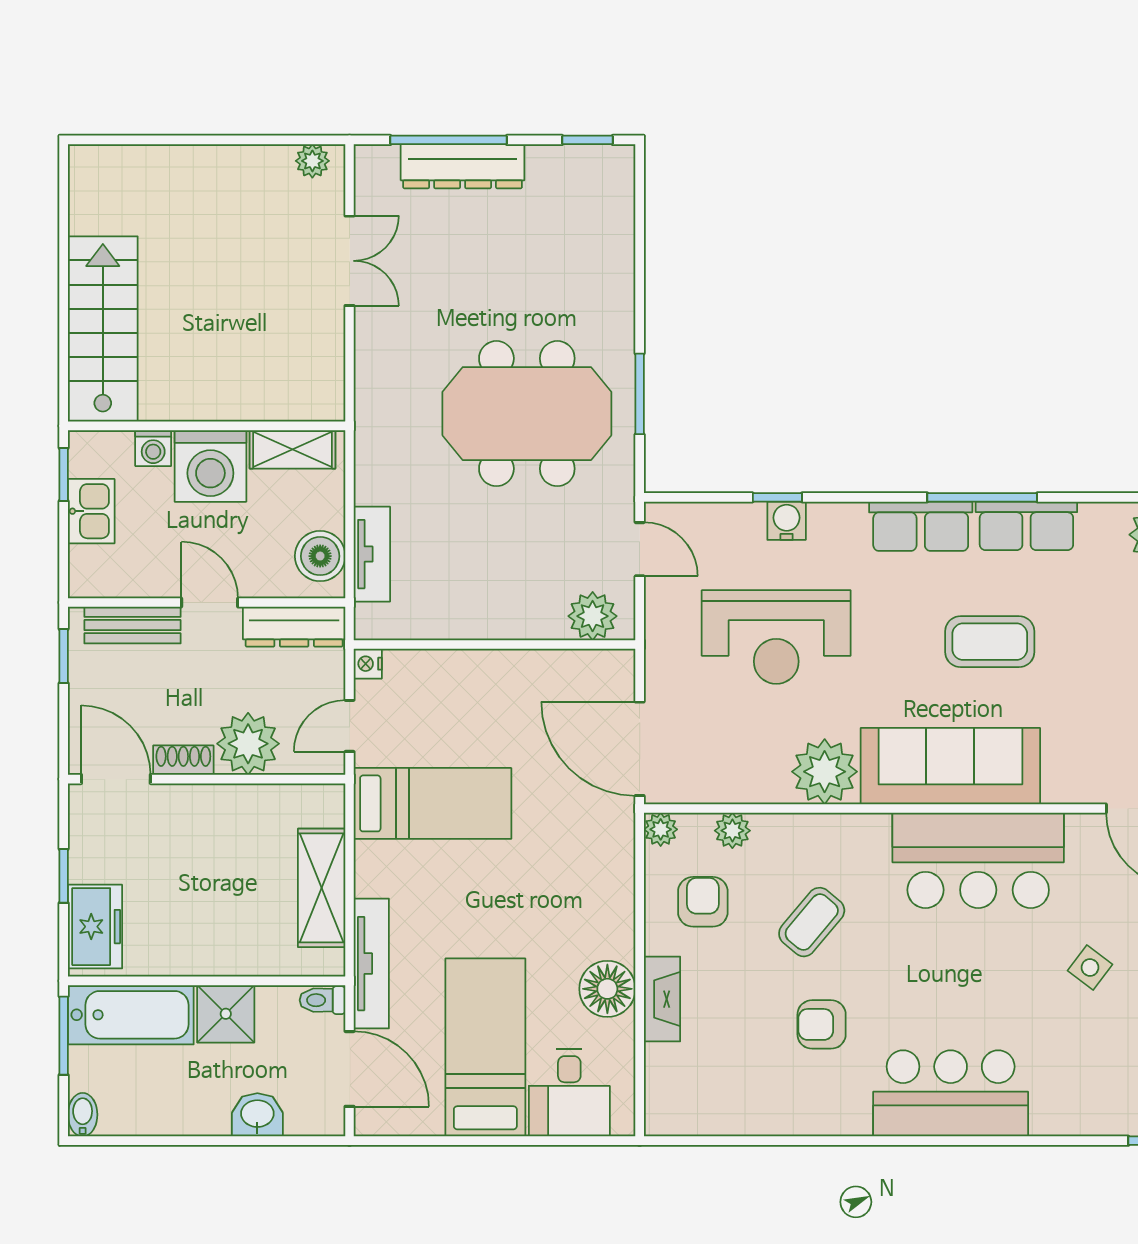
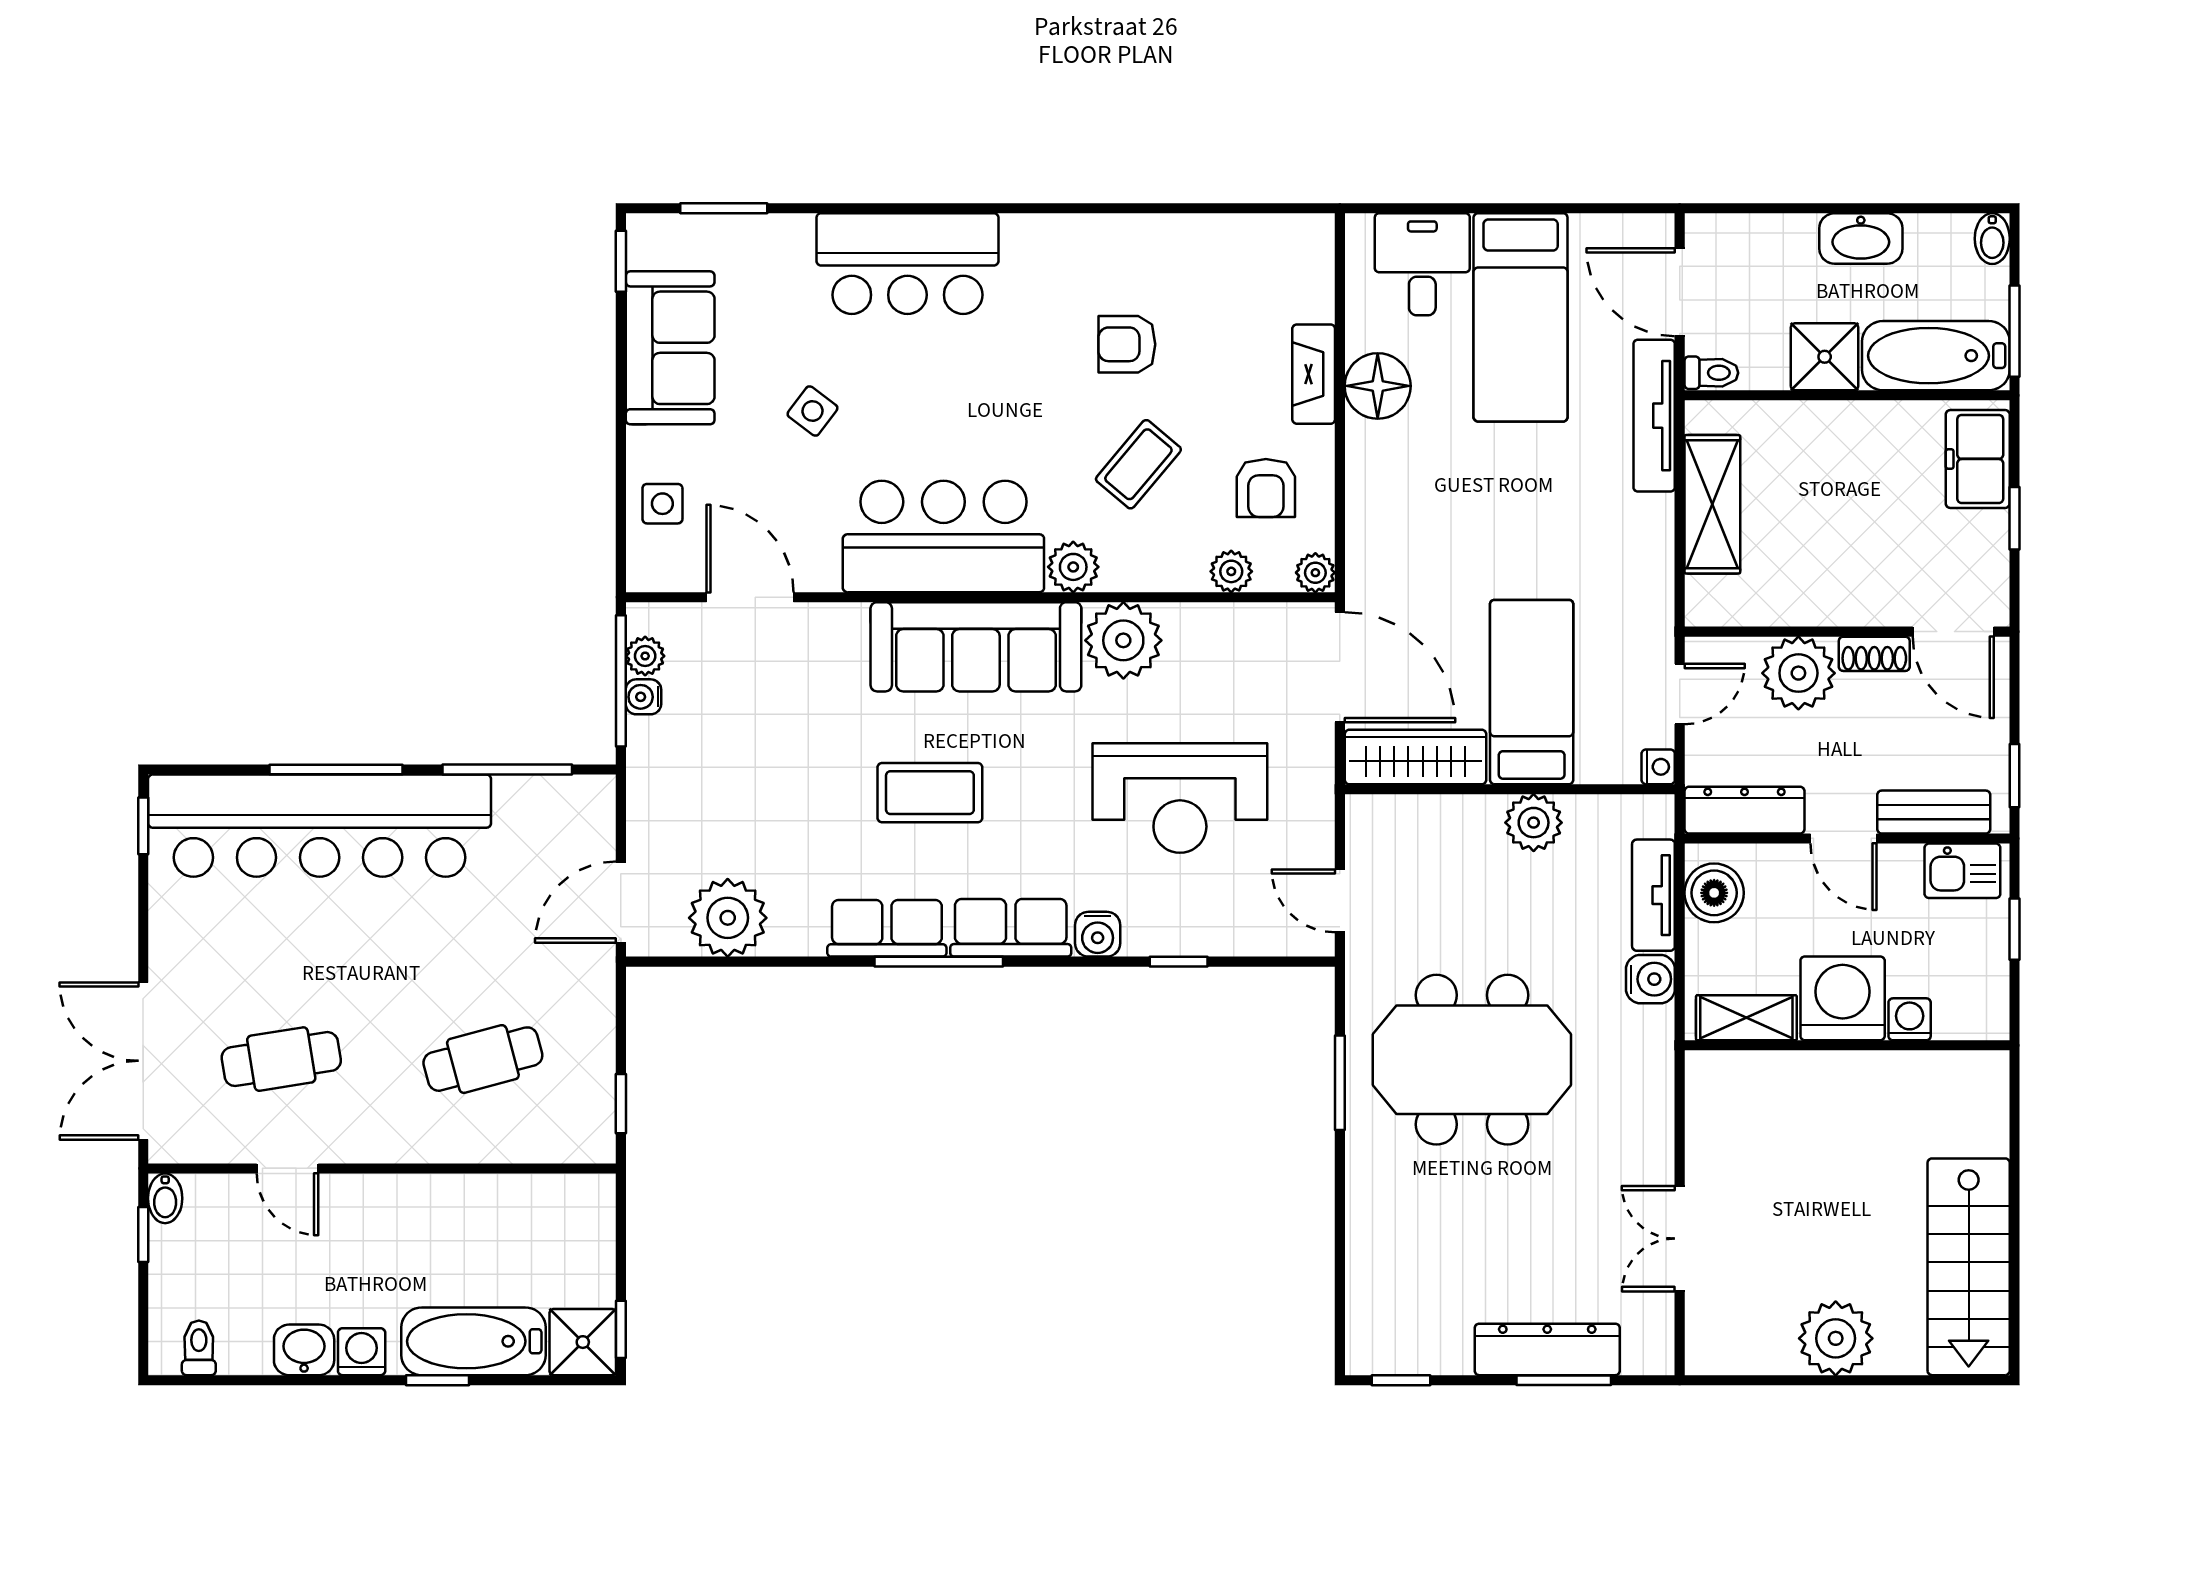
window: (449, 140) -> (1564, 1380), width x0.69
plant: (312, 161) -> (1836, 1338), moved, width x1.87, depth x1.87
stairs: (103, 329) -> (1969, 1267), moved
window: (64, 475) -> (2015, 929), moved
water cooler: (375, 482) -> (1650, 979), added
kitchen sink: (91, 511) -> (1962, 871), moved, turned -90
water cooler: (787, 521) -> (1098, 934), moved
plant: (593, 616) -> (1534, 823), moved
reception desk: (776, 637) -> (1180, 798), turned 180
wardrobe: (575, 672) -> (1415, 757), added
bed: (433, 803) -> (1532, 692), moved, turned 90
plant: (867, 834) -> (1073, 567), added
armchair: (822, 1024) -> (1127, 344), turned 180
bar counter: (951, 1093) -> (907, 264), moved
washbasin: (257, 1115) -> (1861, 238), moved, width x1.38

